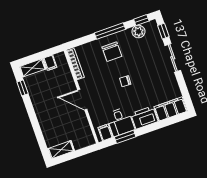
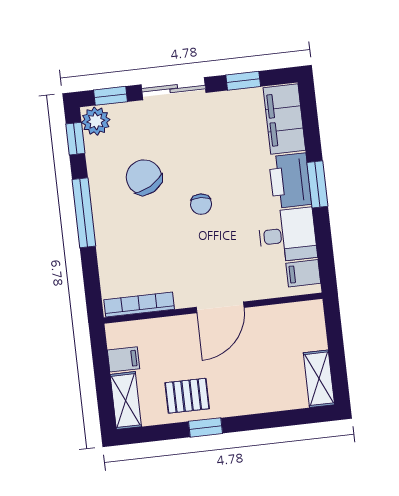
plant: (138, 32) -> (96, 121), moved
chair: (112, 52) -> (144, 177), moved, turned -119
window: (183, 87) -> (243, 81), added
window: (23, 88) -> (205, 427), moved
pallet: (41, 94) -> (187, 396), added
window: (125, 137) -> (317, 184), moved

